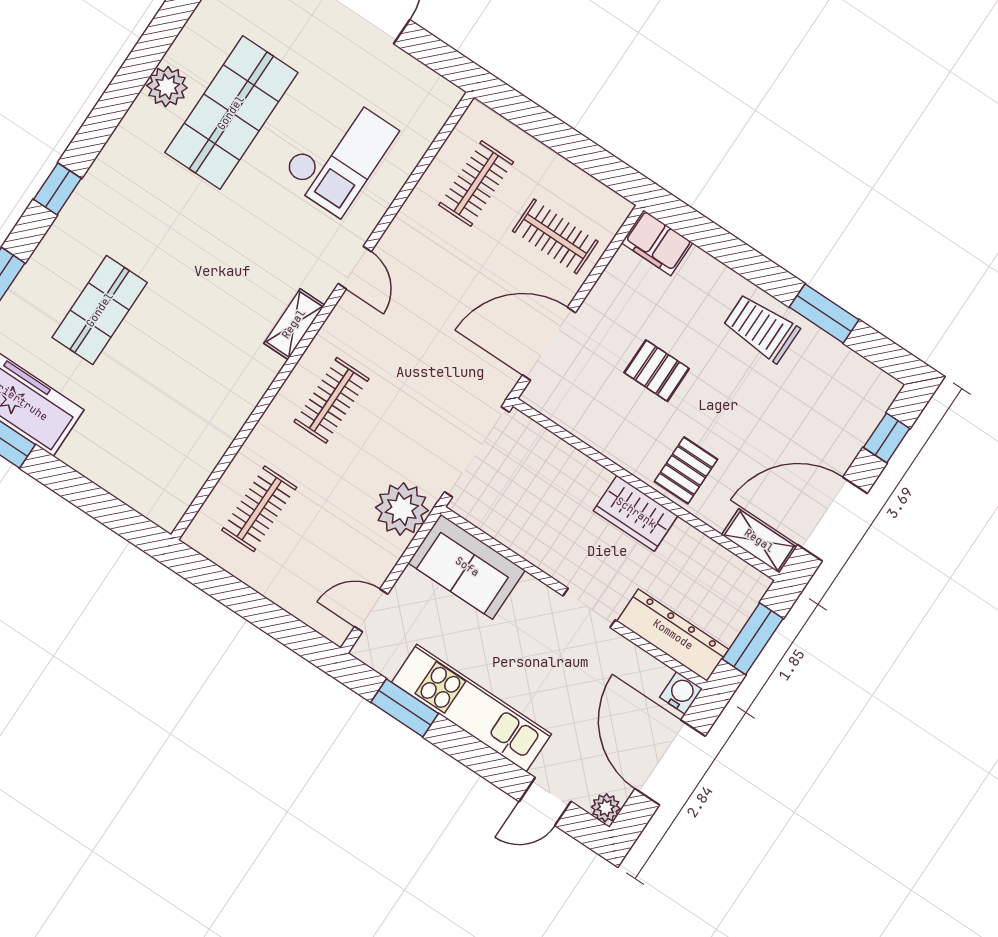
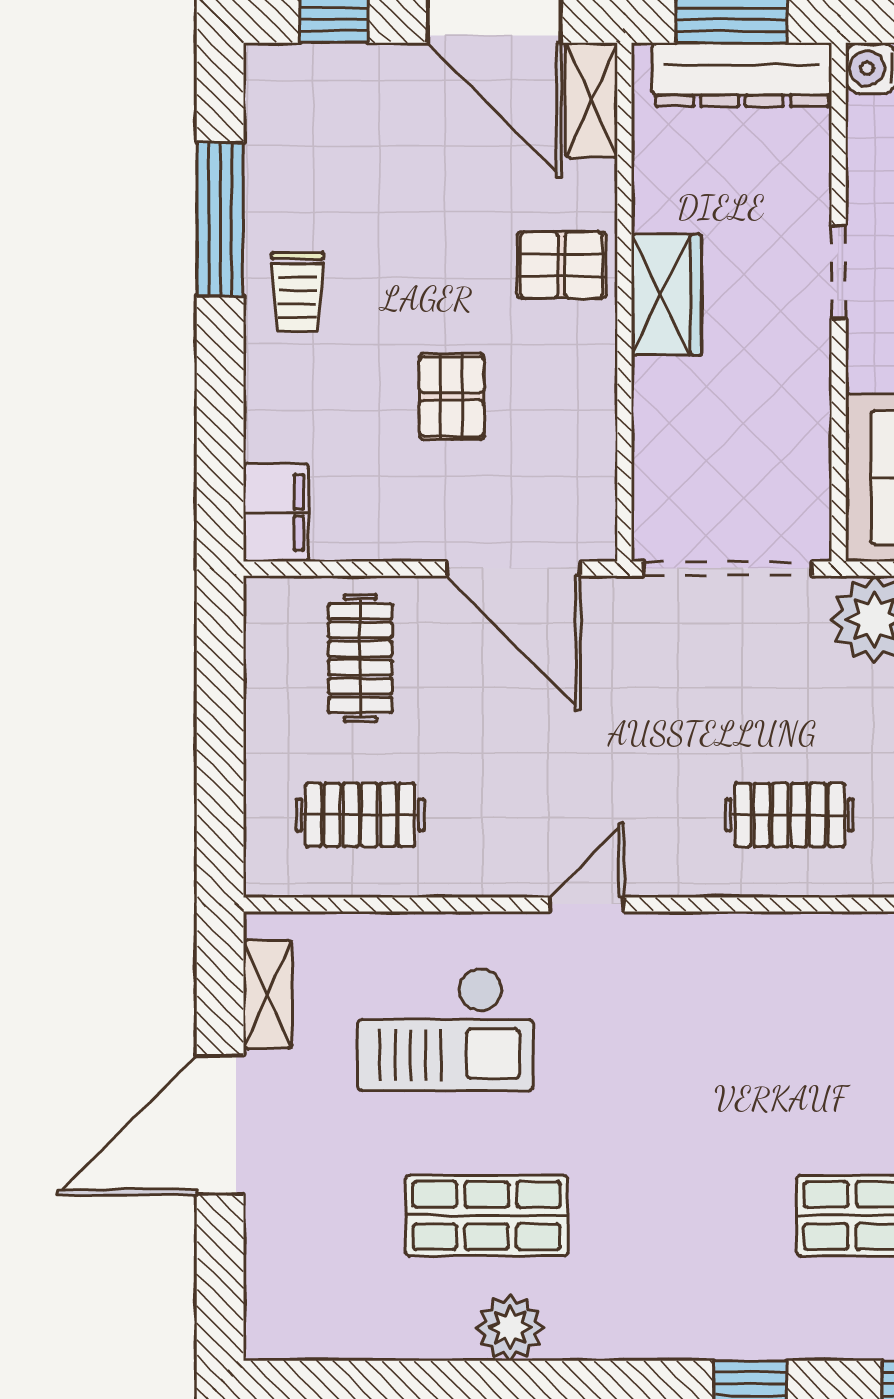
shop shelf: (231, 113) -> (487, 1215), width x0.70, depth x0.74
checkout: (339, 154) -> (446, 1029), turned 180
window: (824, 313) -> (220, 219), width x1.44
shelving: (294, 324) -> (268, 994), moved, turned 90
trolley: (761, 328) -> (298, 292), width x0.73, depth x0.72
dresser: (673, 635) -> (742, 75), moved, turned -90

